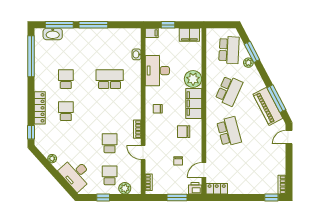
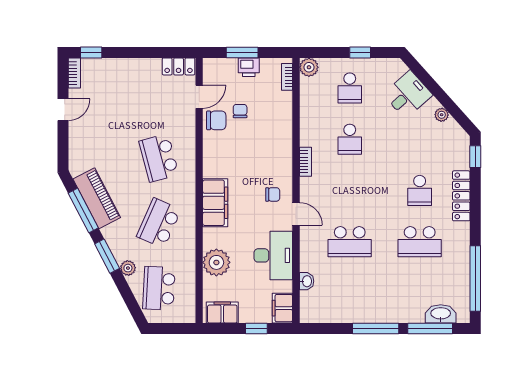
filing cabinet: (152, 33) -> (282, 308), width x2.00
window: (252, 52) -> (107, 256), moved
school desk: (66, 79) -> (420, 242), width x1.85
plant: (193, 79) -> (216, 262), moved
chair: (184, 132) -> (216, 120), moved
door: (289, 137) -> (63, 110), moved
door: (143, 152) -> (296, 214), moved
desk: (76, 174) -> (408, 95), width x0.73
plant: (125, 188) -> (309, 67), moved
printer: (195, 188) -> (249, 67), moved

